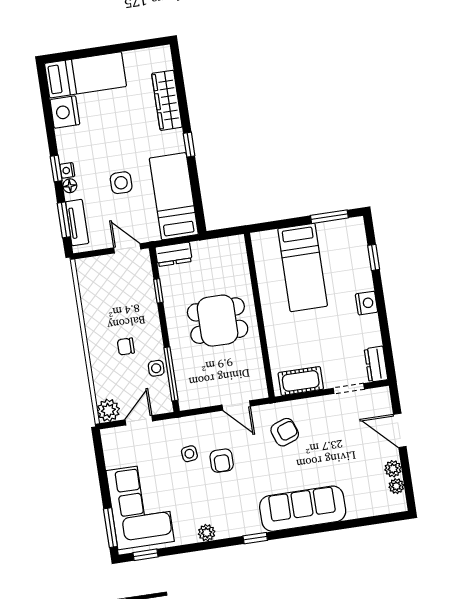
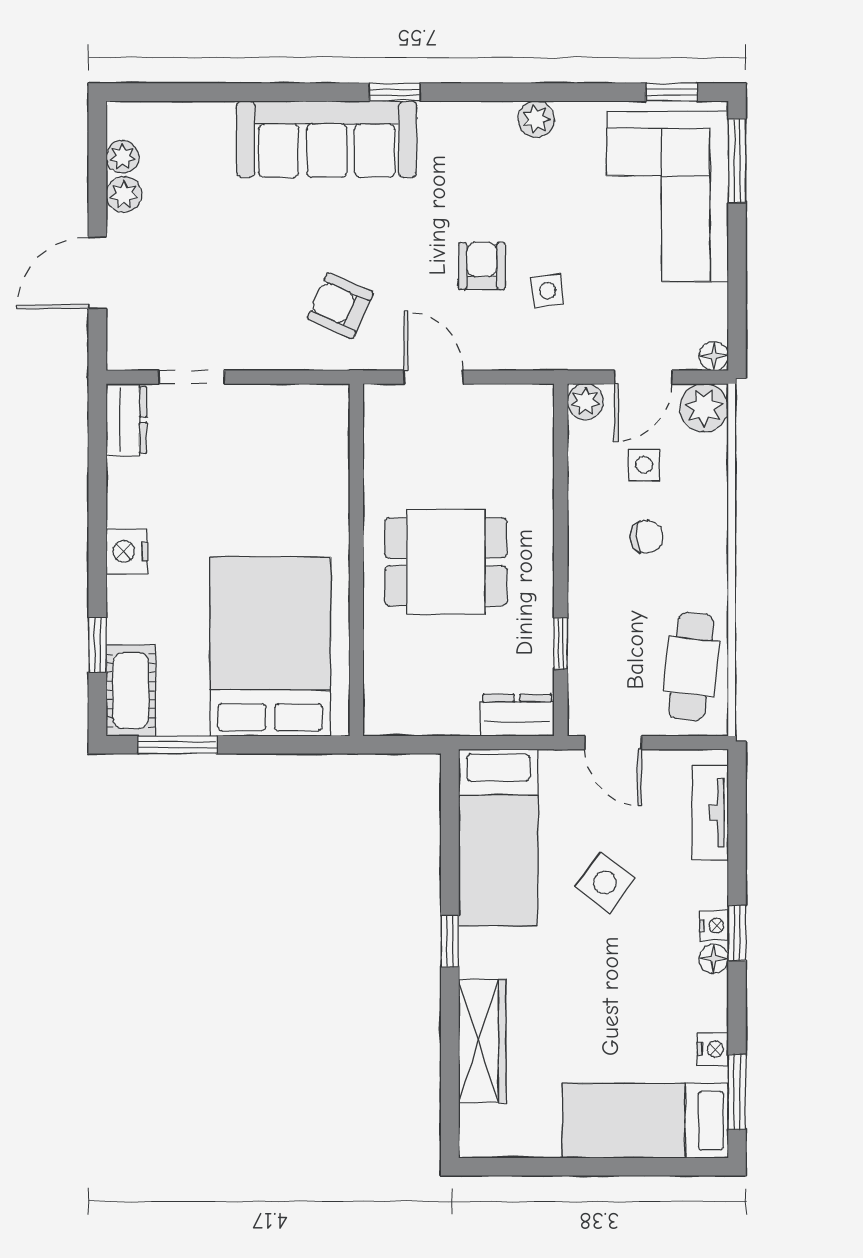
nightstand: (65, 112) -> (713, 1049), width x0.53, depth x0.56
side table: (121, 183) -> (605, 882), turned 37
floor lamp: (70, 186) -> (714, 959), moved
window: (64, 220) -> (737, 1092), moved
bed: (303, 267) -> (270, 647), width x1.50
cafe table: (96, 289) -> (691, 666), added
side table: (156, 368) -> (644, 465), moved
window: (171, 374) -> (561, 464), removed
cot: (301, 381) -> (131, 691), moved, turned 90
plant: (164, 405) -> (585, 402), added
door: (400, 430) -> (97, 273), swing flipped
armchair: (285, 432) -> (340, 306), turned 44
floor lamp: (107, 435) -> (714, 356), added
window: (255, 538) -> (395, 92), moved

